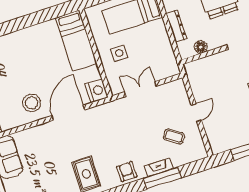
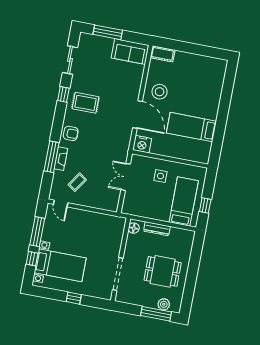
bed: (76, 40) -> (191, 127), moved
floor lamp: (201, 47) -> (134, 228), moved
double door: (140, 89) -> (126, 177), swing flipped
door: (196, 113) -> (61, 203), moved

